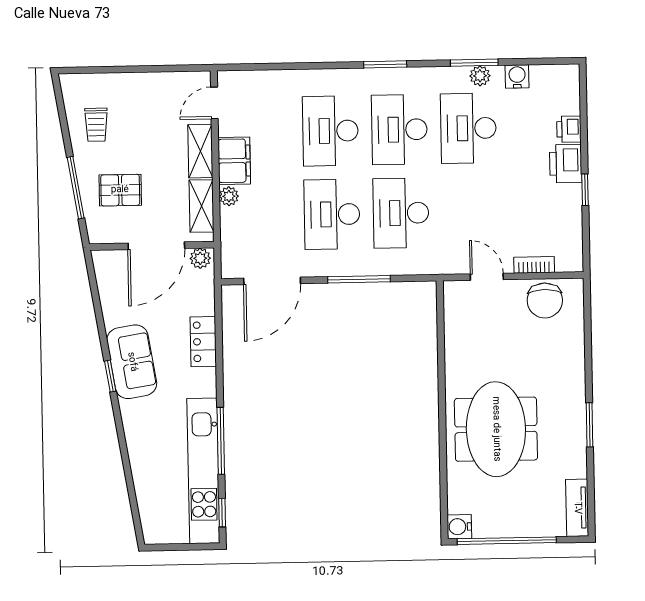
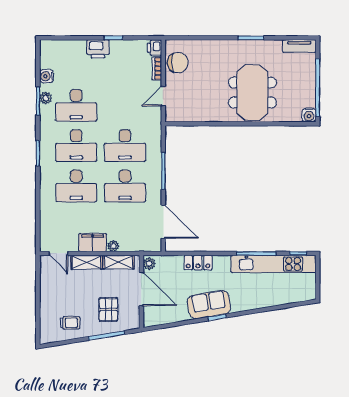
printer: (569, 129) -> (155, 48), moved, turned 90
meeting table: (496, 429) -> (252, 93), turned 90

